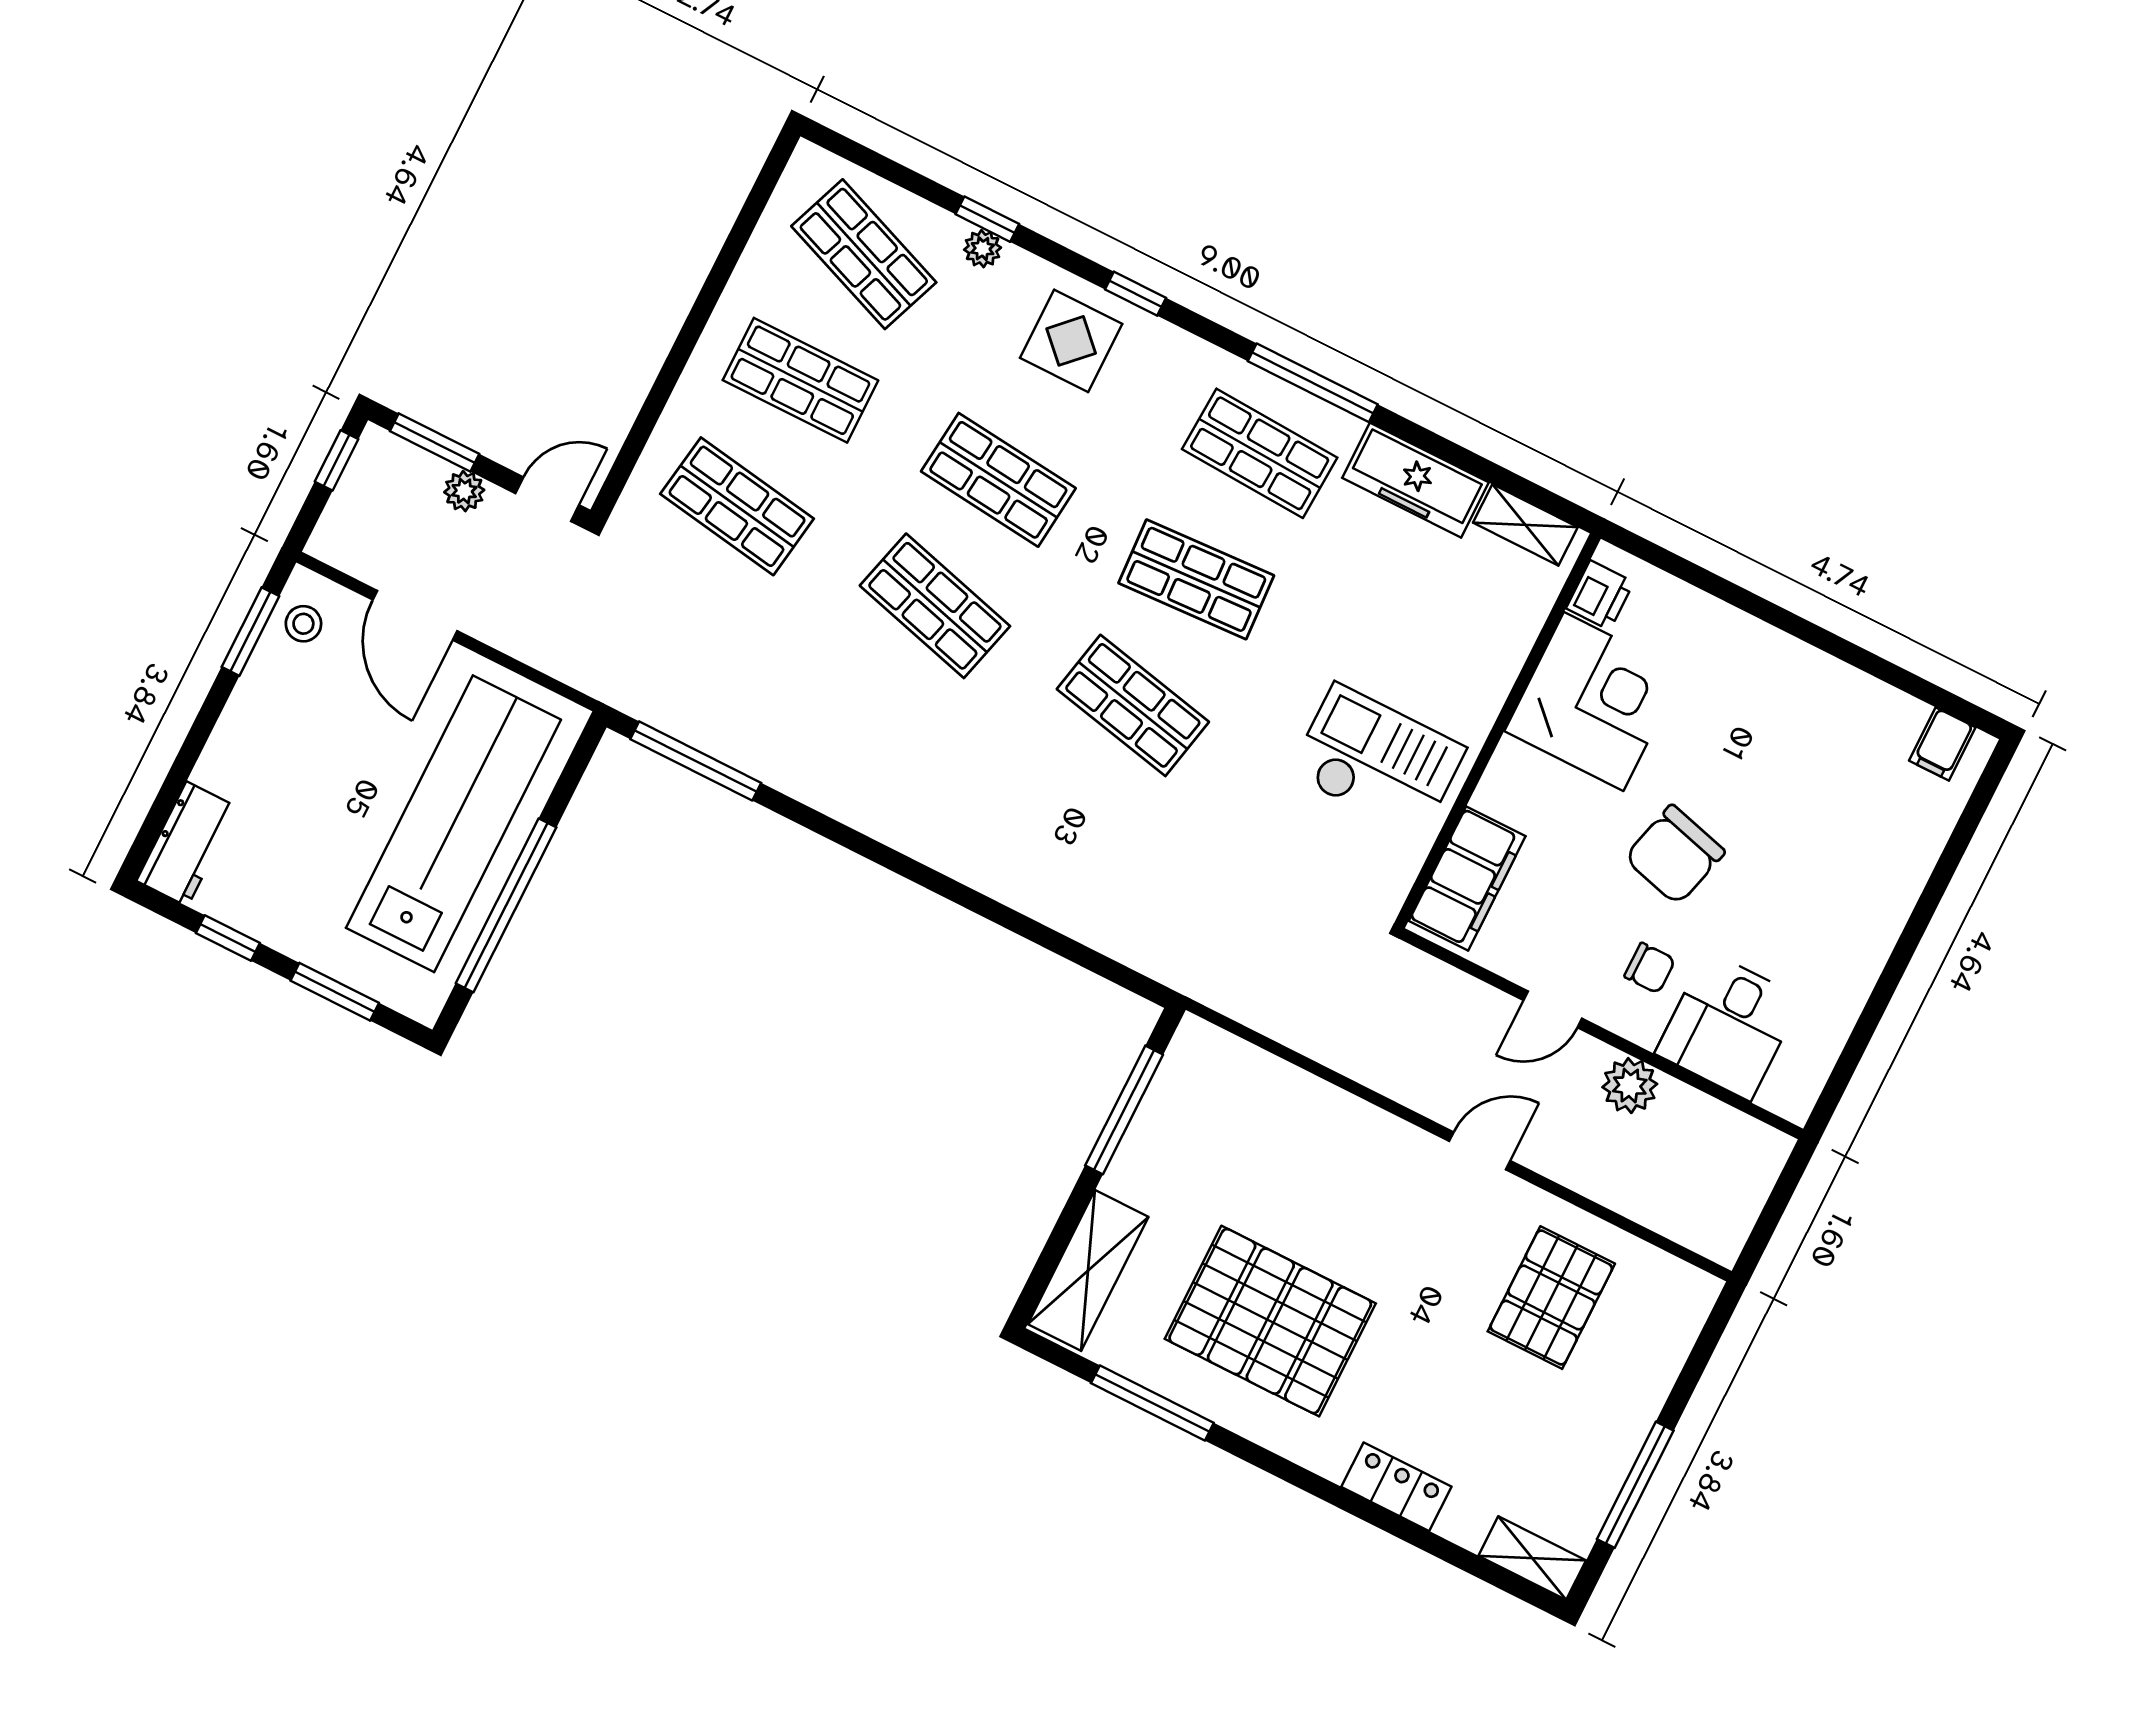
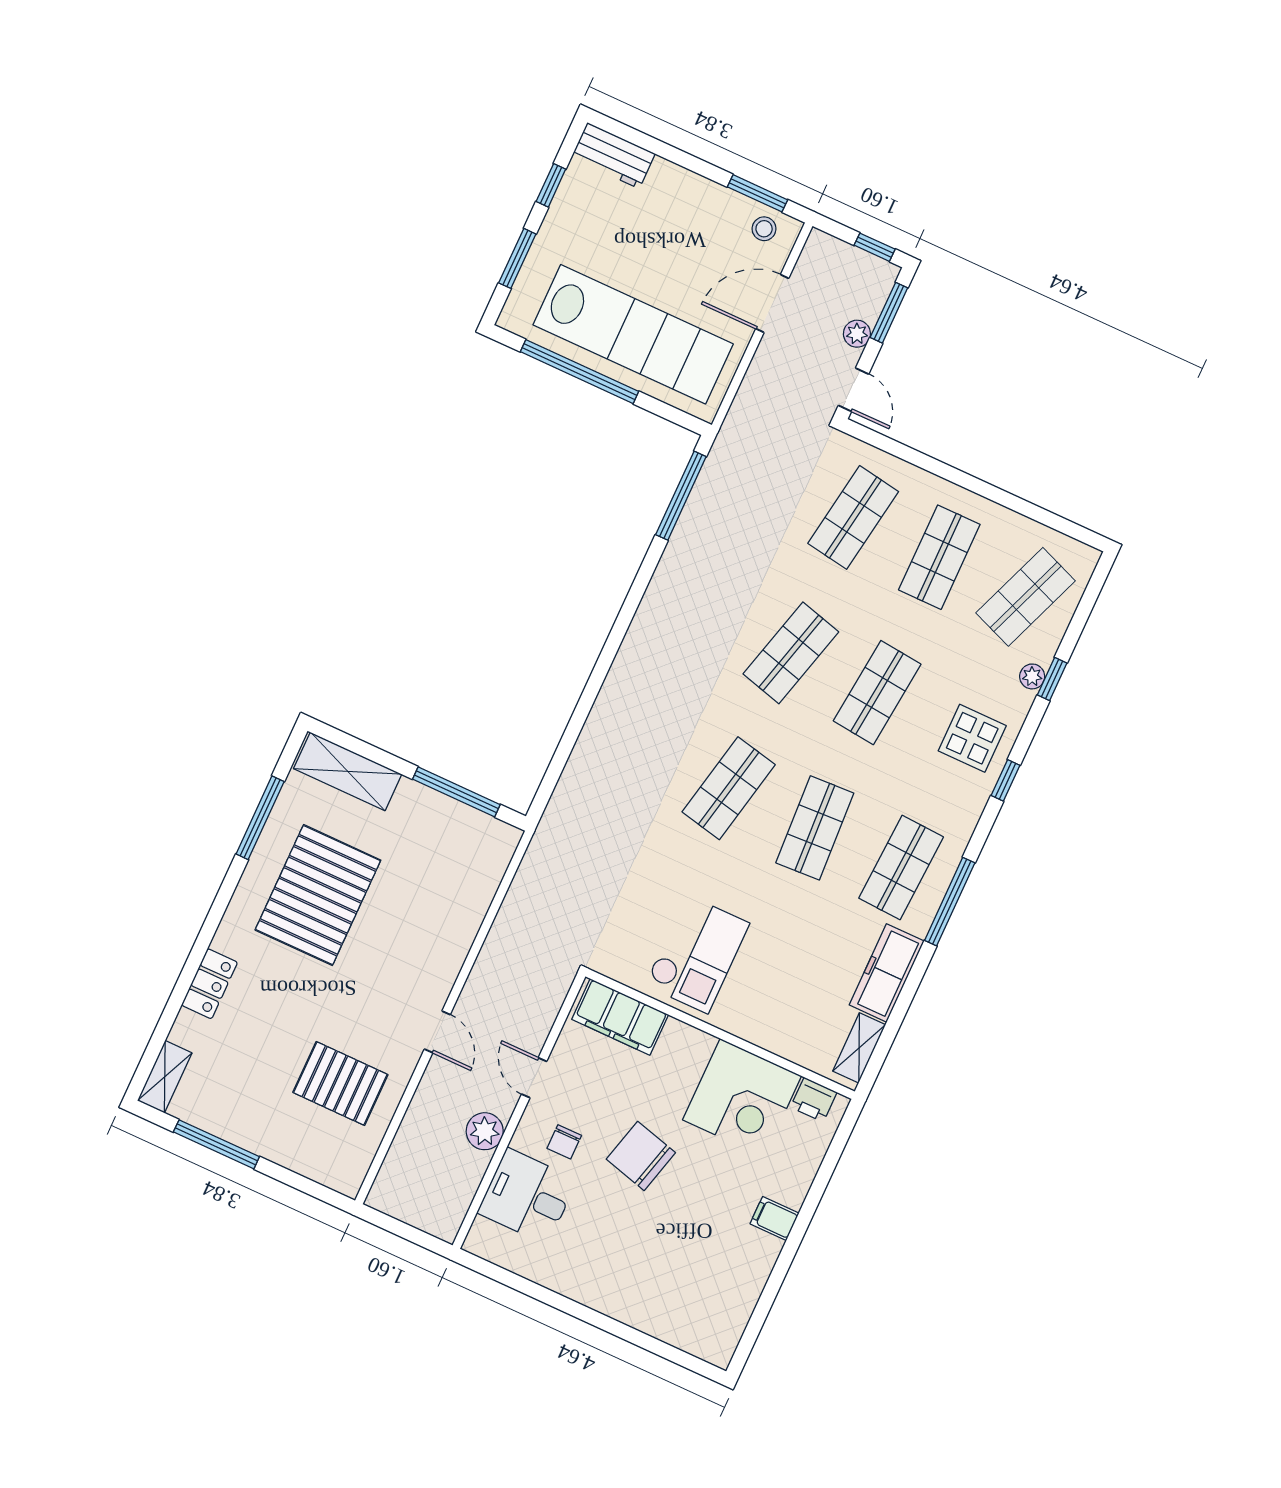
filing cabinet: (1942, 744) -> (774, 1219), moved

